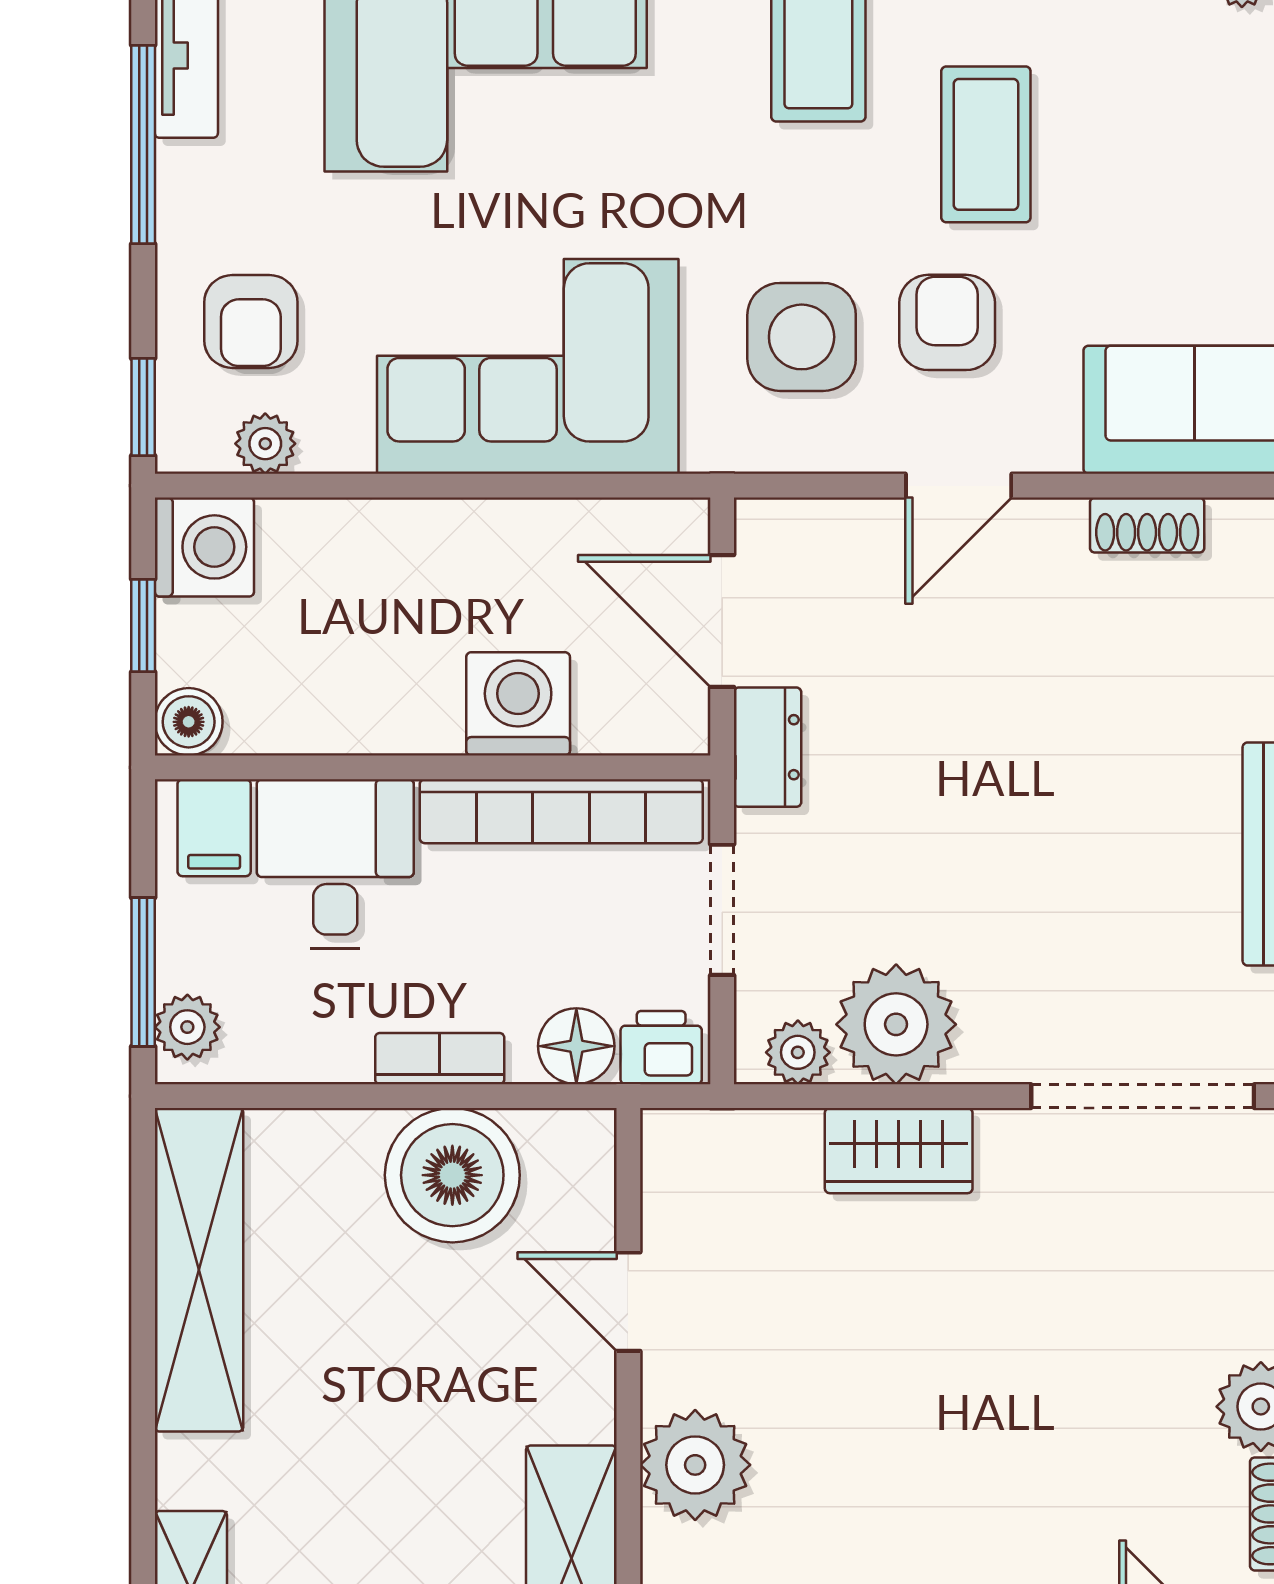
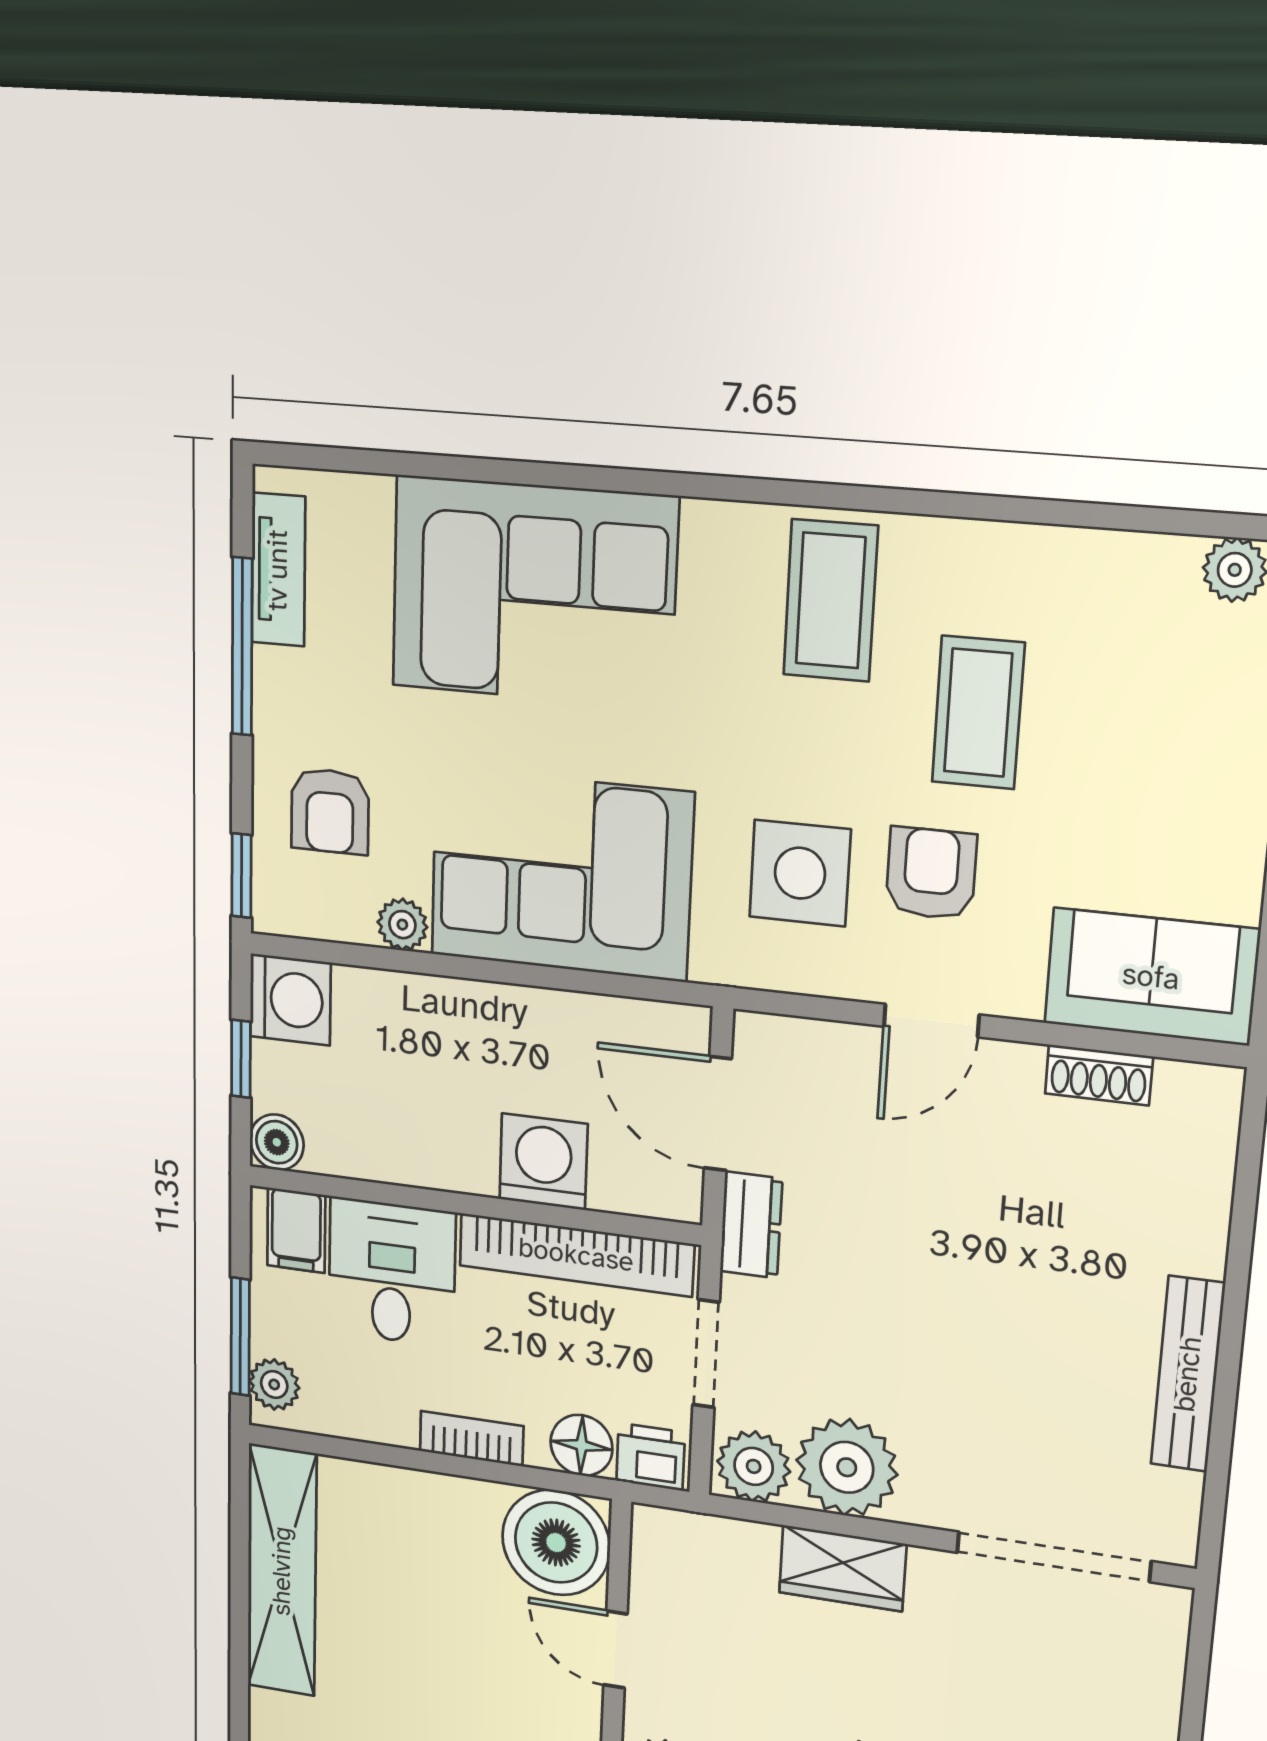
plant: (265, 444) -> (402, 925), moved
plant: (798, 1052) -> (754, 1466), width x1.38, depth x1.38
boiler: (452, 1175) -> (556, 1543), moved

